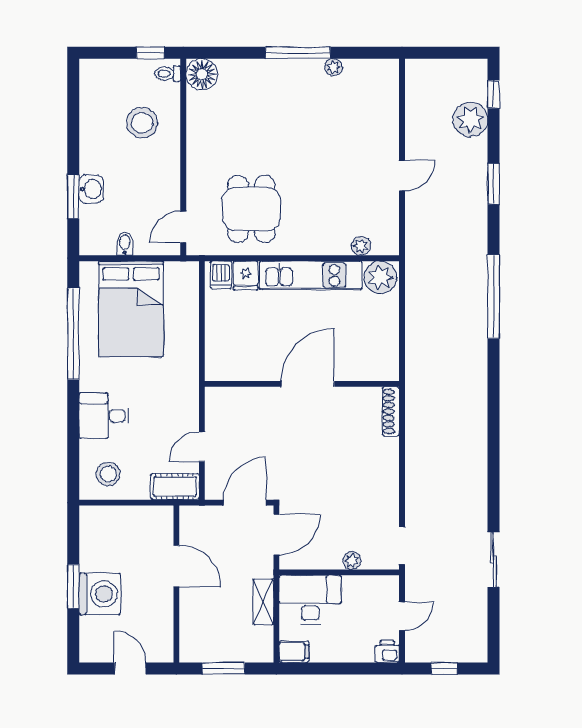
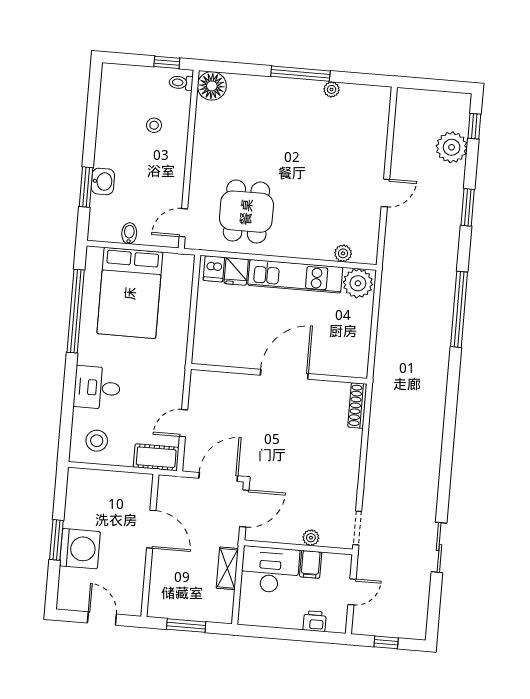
stool: (142, 123) -> (154, 125), width x0.53, depth x0.53
filing cabinet: (294, 652) -> (311, 564), moved, turned 90
printer: (387, 652) -> (315, 621), moved

